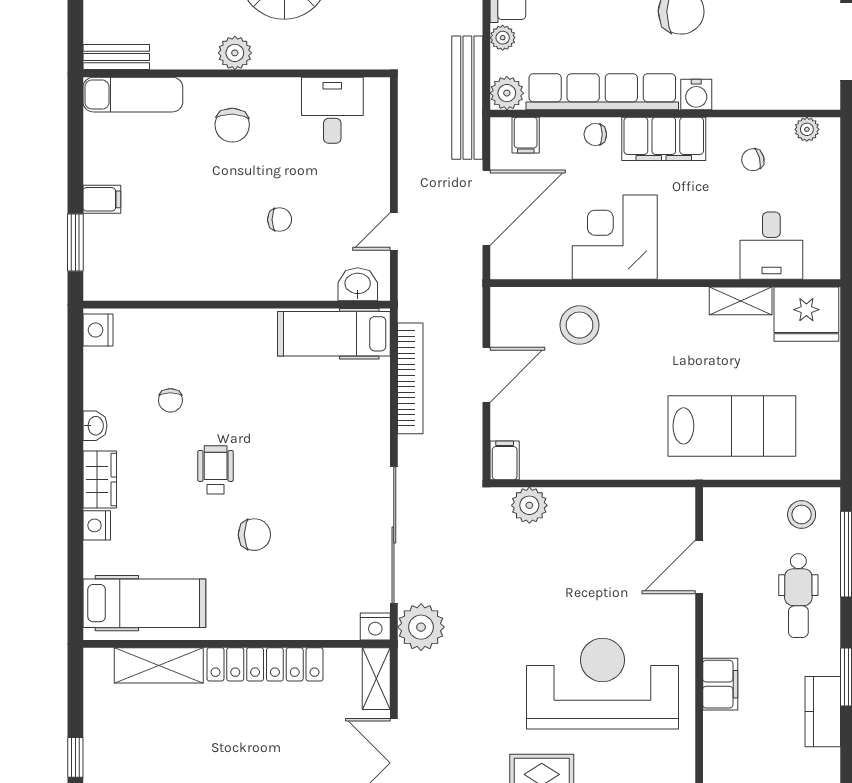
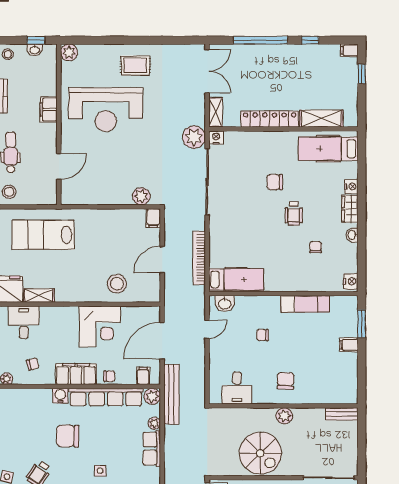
exam couch: (133, 95) -> (305, 304), moved, turned 180

